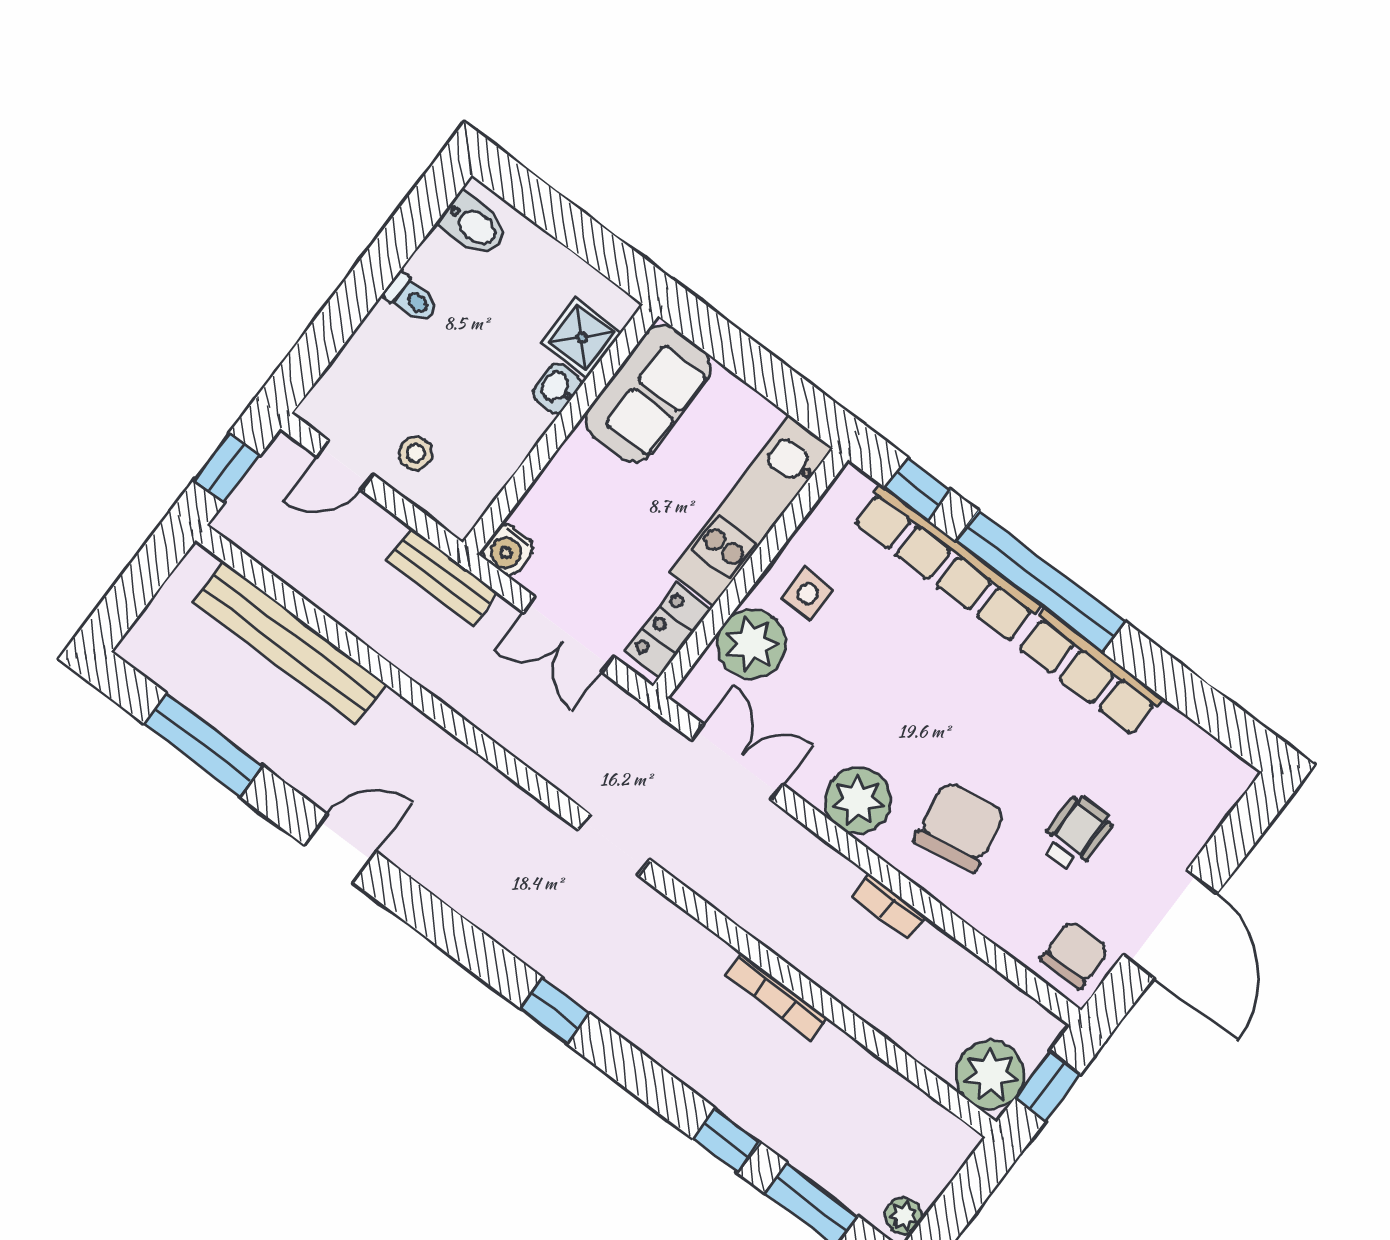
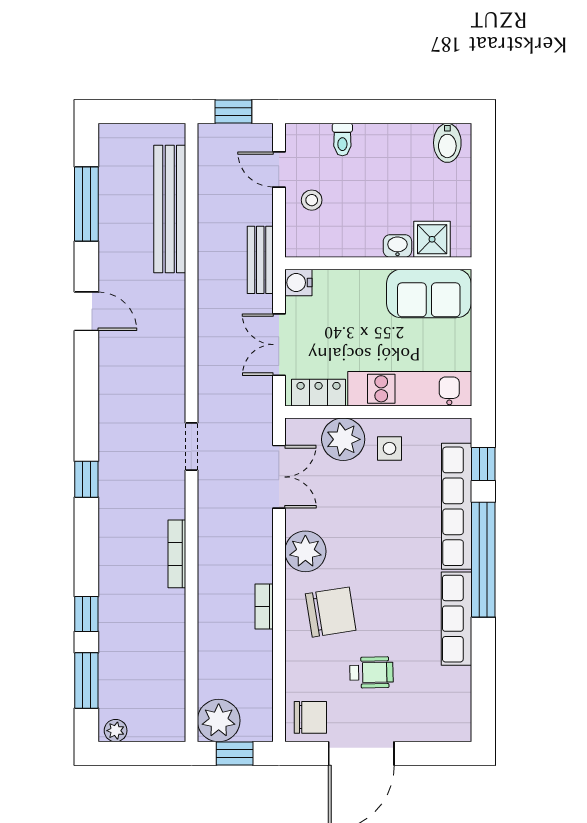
toilet: (412, 298) -> (342, 140), moved
bookcase: (776, 996) -> (177, 554), moved

